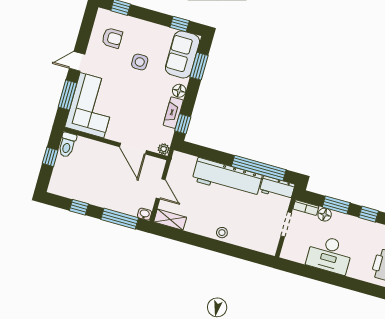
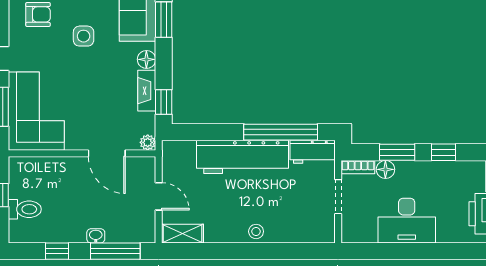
toilet: (67, 145) -> (25, 209), moved, turned -90
washbasin: (145, 214) -> (96, 236), moved

